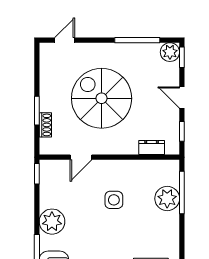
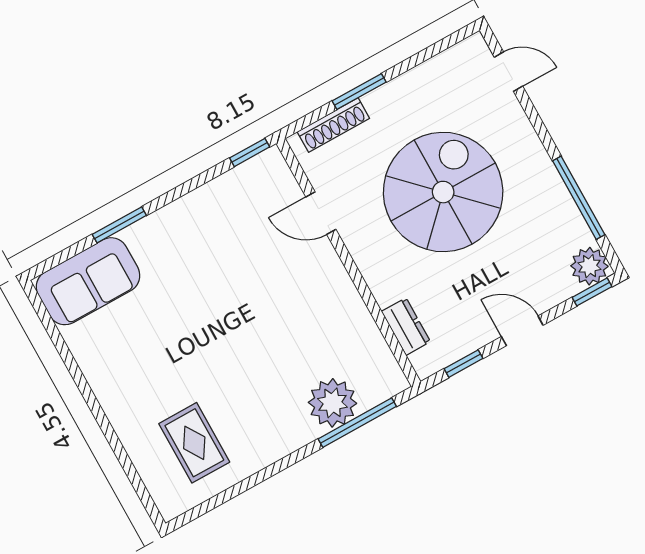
door: (182, 97) -> (522, 331), hinge flipped
shoe rack: (45, 125) -> (333, 125), width x1.43
side table: (114, 200) -> (278, 312), removed
plant: (52, 222) -> (181, 225), removed

